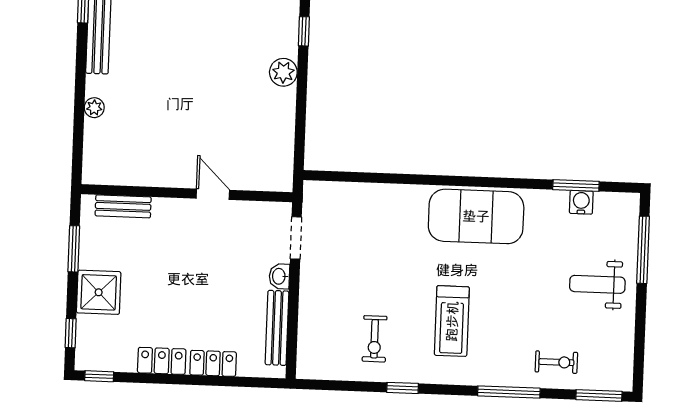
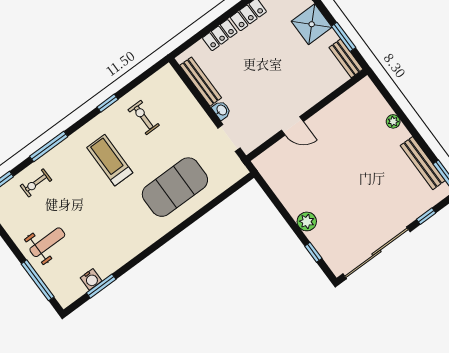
bench: (123, 206) -> (346, 58), moved, turned 90
exercise mat: (476, 216) -> (175, 187), moved

